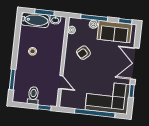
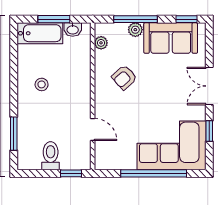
double door: (135, 64) -> (209, 86), width x0.73

